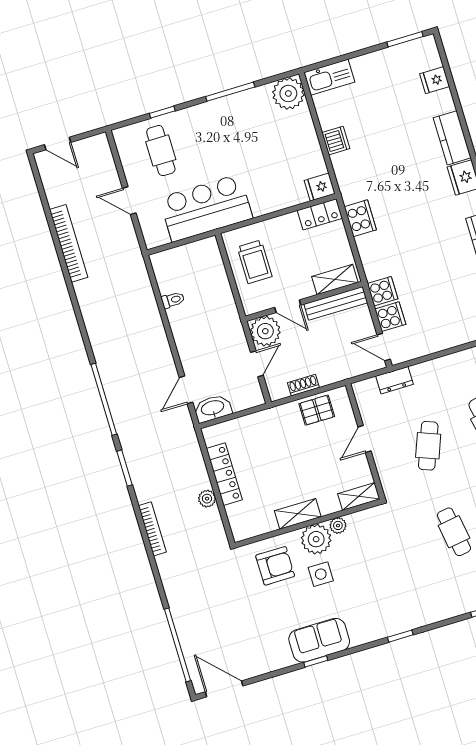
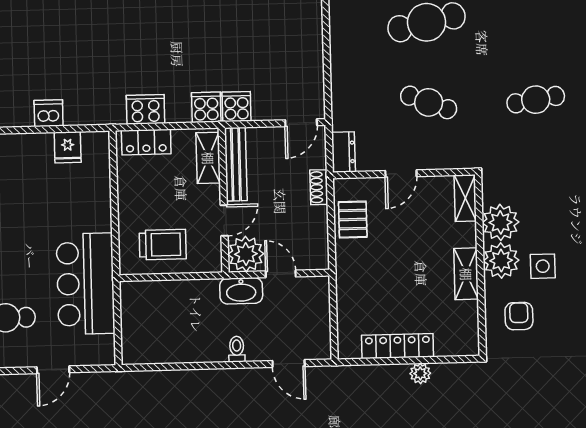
fridge: (320, 187) -> (68, 147), moved
locker: (320, 214) -> (146, 142), moved, turned 90
toilet: (173, 300) -> (237, 349), moved
cooker: (390, 317) -> (206, 107), moved
dresser: (395, 380) -> (343, 152), moved
shoe rack: (303, 385) -> (319, 187), moved
washbasin: (213, 408) -> (241, 291), moved, turned -90
door: (364, 439) -> (401, 174), hinge flipped
plant: (338, 525) -> (500, 222), width x1.88, depth x1.88
armchair: (275, 566) -> (519, 316), width x0.72, depth x0.72

